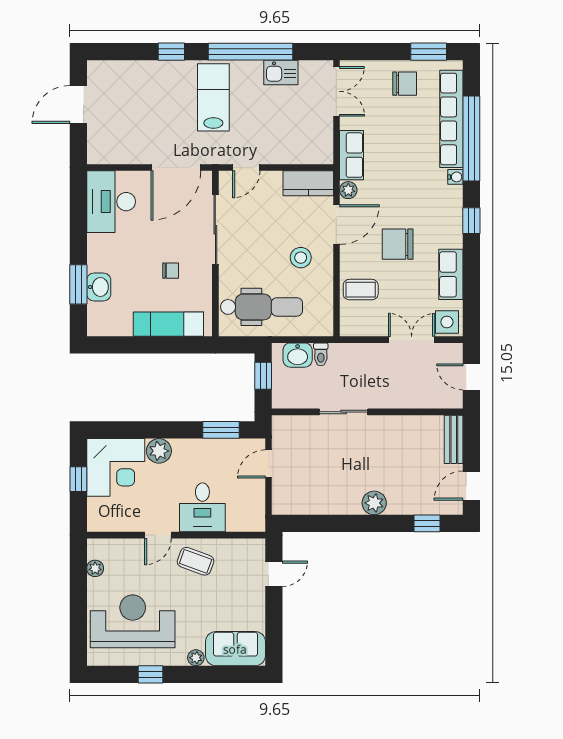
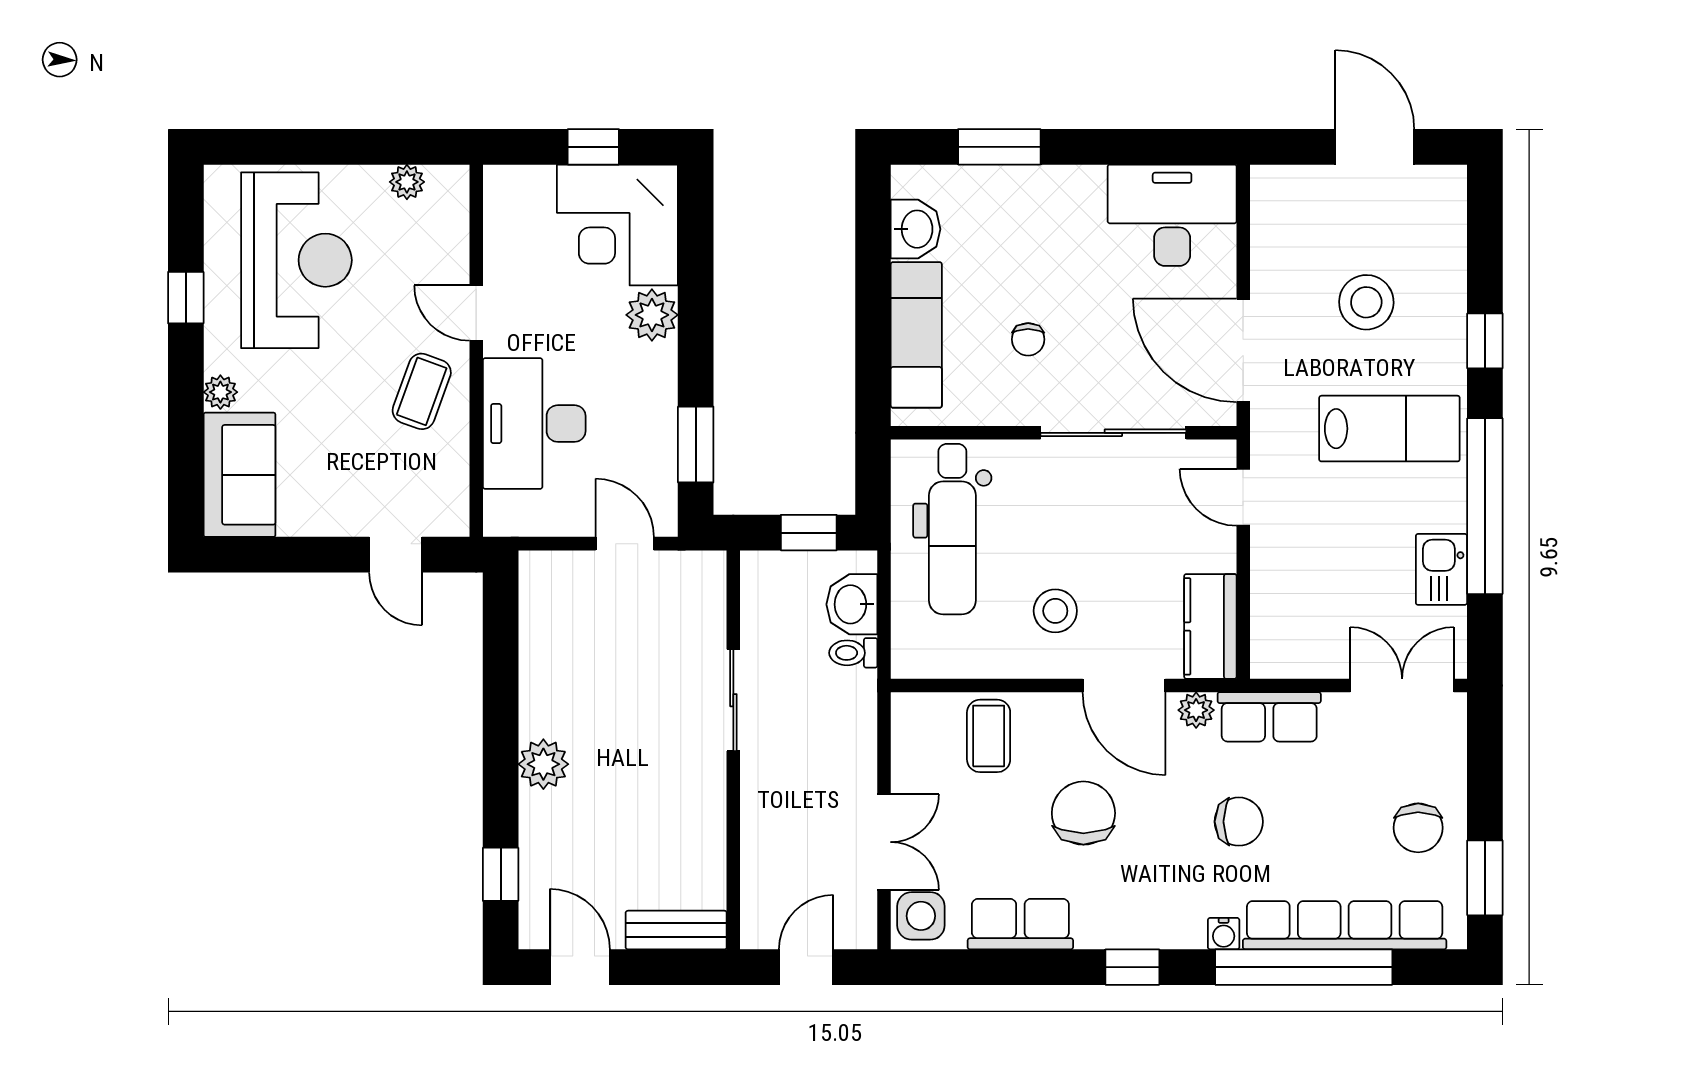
double door: (336, 91) -> (1402, 686), swing flipped
stool: (153, 108) -> (1366, 302), added
chair: (402, 170) -> (1239, 822), added
washbasin: (99, 287) -> (916, 229), moved, turned -90
desk: (202, 507) -> (534, 424), width x1.37

